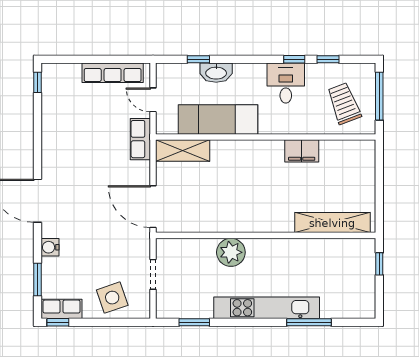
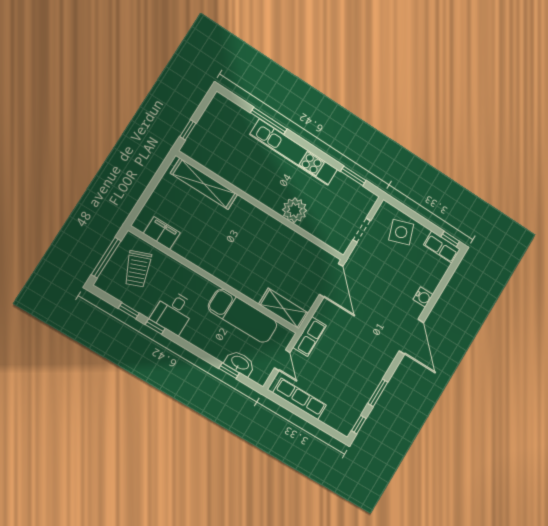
washbasin: (216, 73) -> (240, 363), moved
filing cabinet: (302, 151) -> (162, 233), moved
window: (38, 280) -> (378, 393), moved

